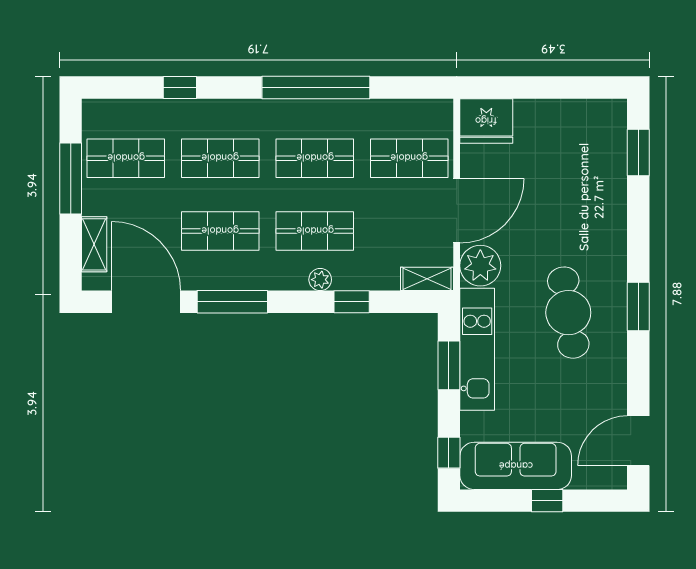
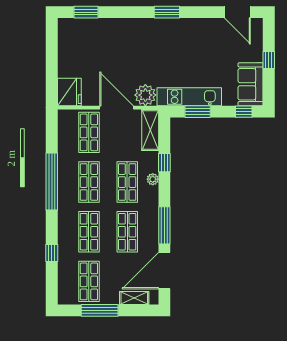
shelving: (427, 279) -> (150, 130), width x1.50, depth x1.33
cafe table: (568, 313) -> (170, 49), removed
sofa: (516, 466) -> (251, 84), width x0.73

